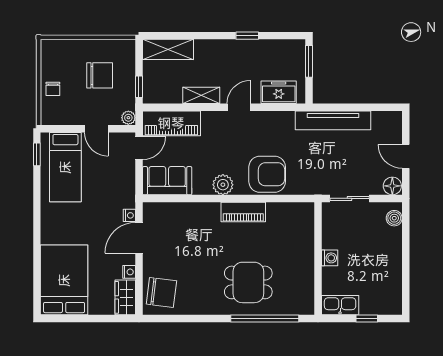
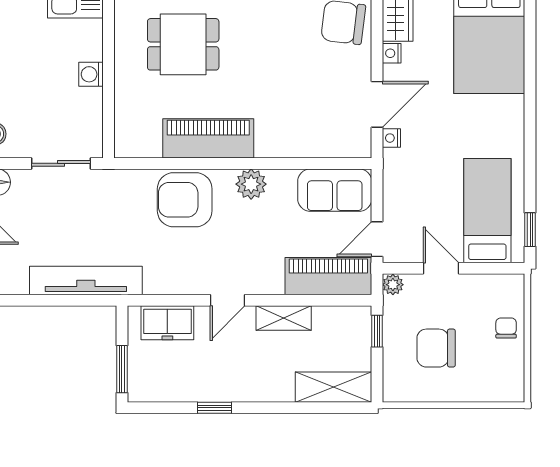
piano: (243, 212) -> (208, 138), width x1.37, depth x1.33
dining table: (248, 282) -> (183, 44), moved

